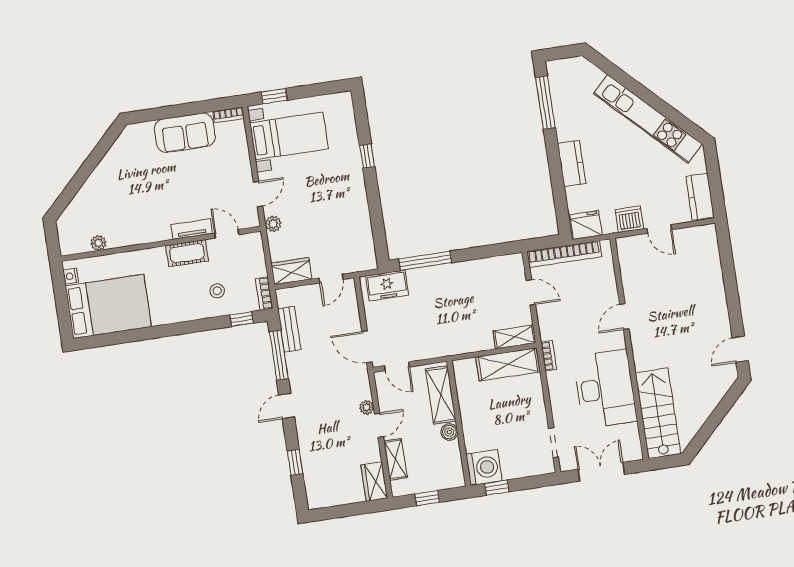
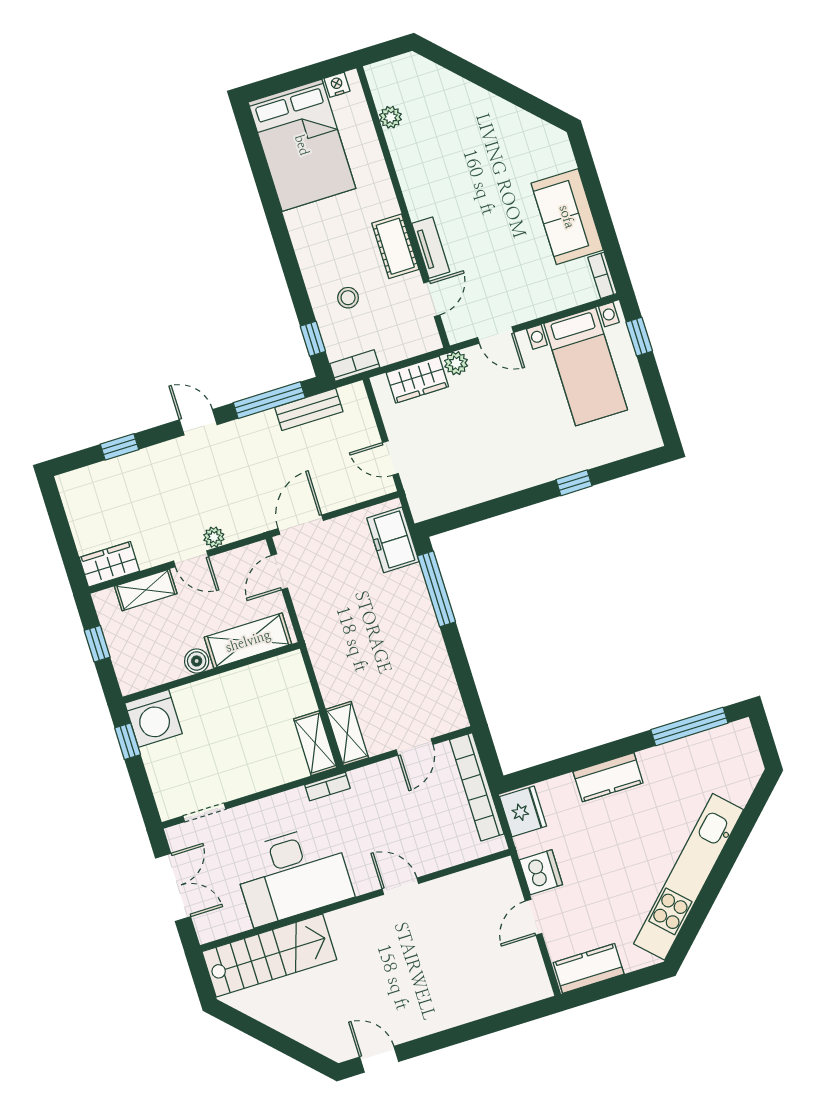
wardrobe: (291, 271) -> (417, 380), moved, turned 90
shelving: (508, 364) -> (315, 743), width x0.67, depth x0.75

